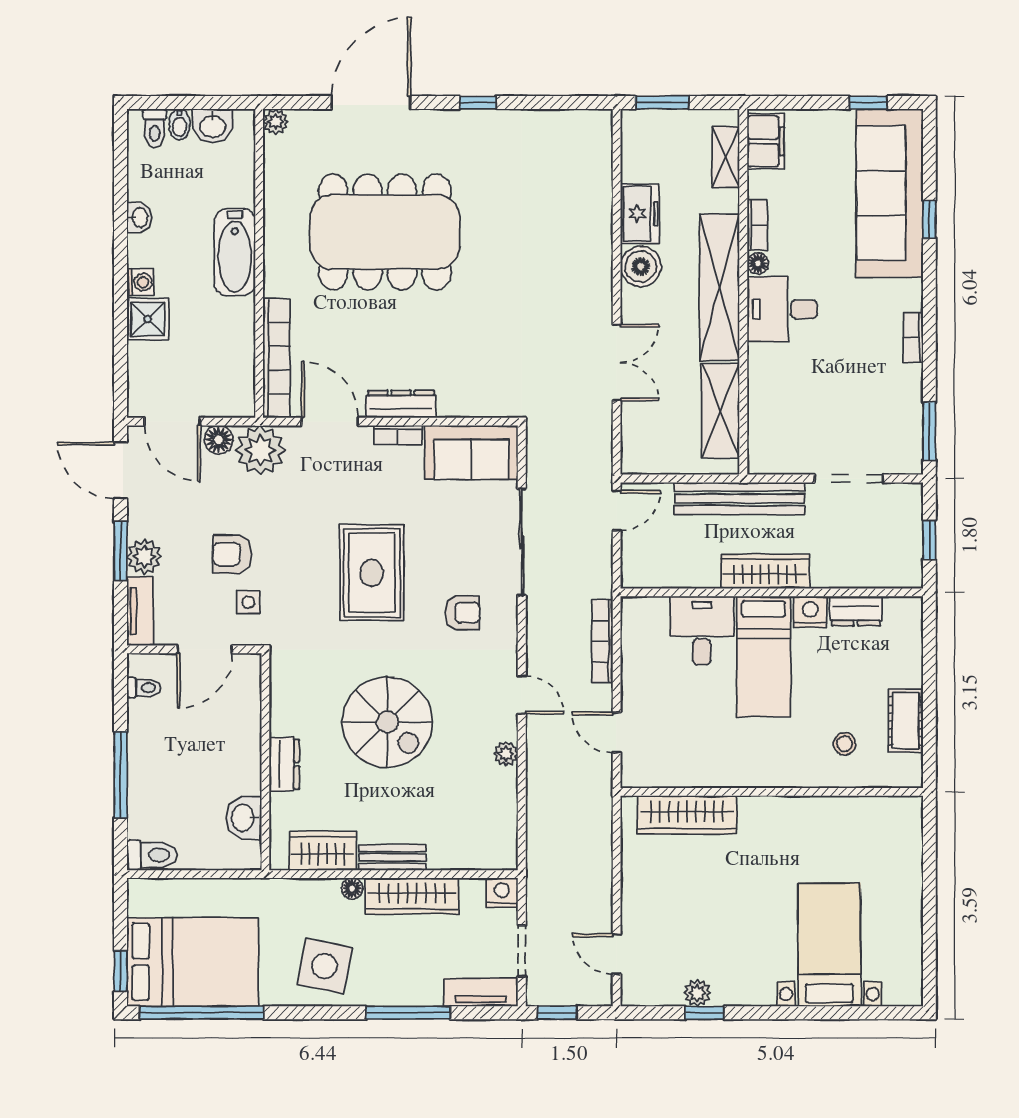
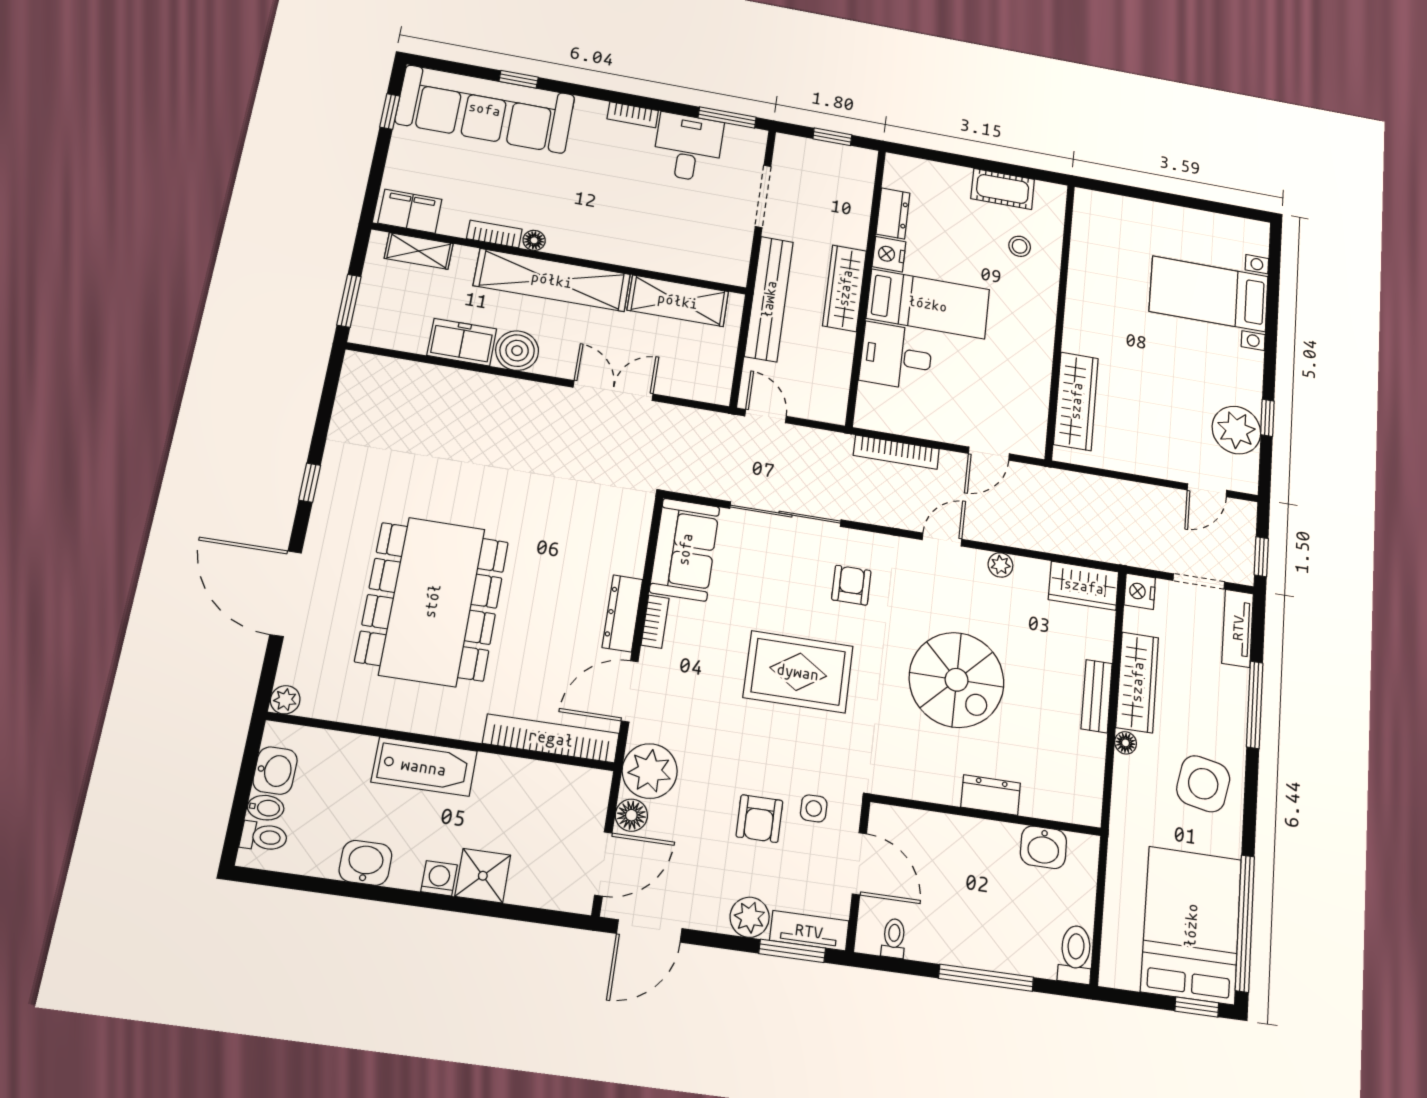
washbasin: (139, 217) -> (365, 863), width x1.38, depth x1.45
desk: (782, 309) -> (688, 147), moved, turned 180
window: (120, 551) -> (792, 951), moved
spiral stairs: (387, 722) -> (957, 680), turned 90
wardrobe: (323, 851) -> (1084, 586), moved, turned -90
plant: (697, 993) -> (1236, 430), width x1.87, depth x1.87

